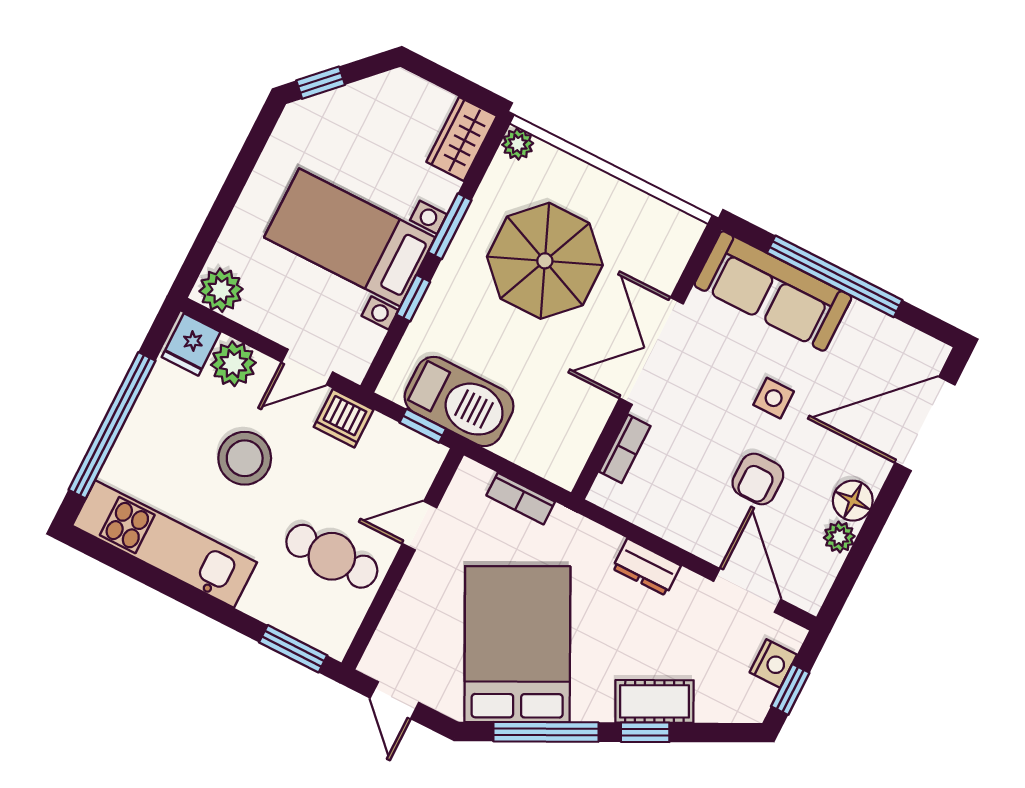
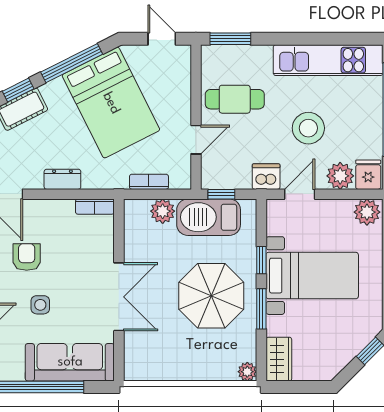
parasol: (545, 261) -> (211, 296), moved
plant: (523, 445) -> (163, 211), added
bookcase: (625, 449) -> (95, 207), moved, turned -90

